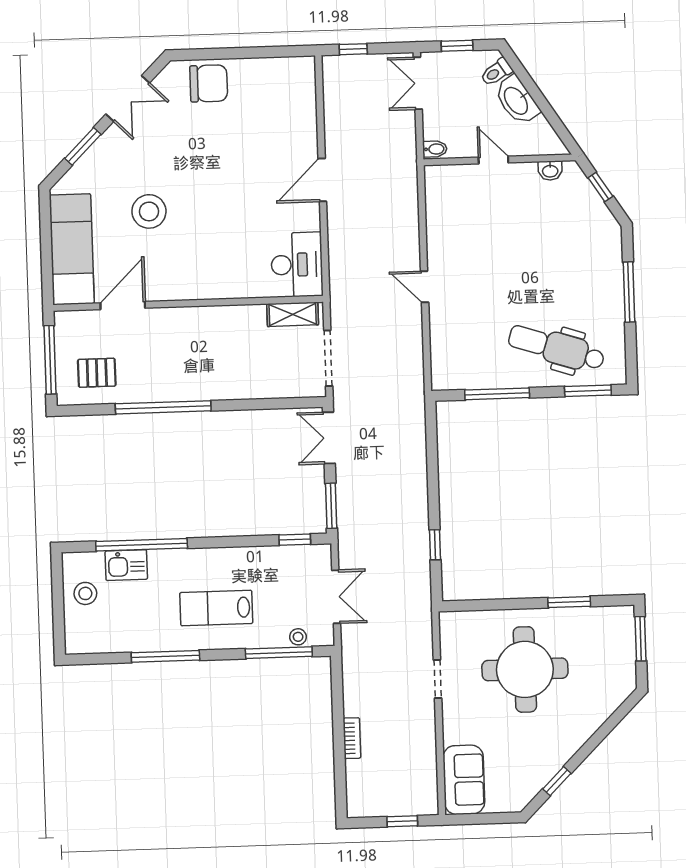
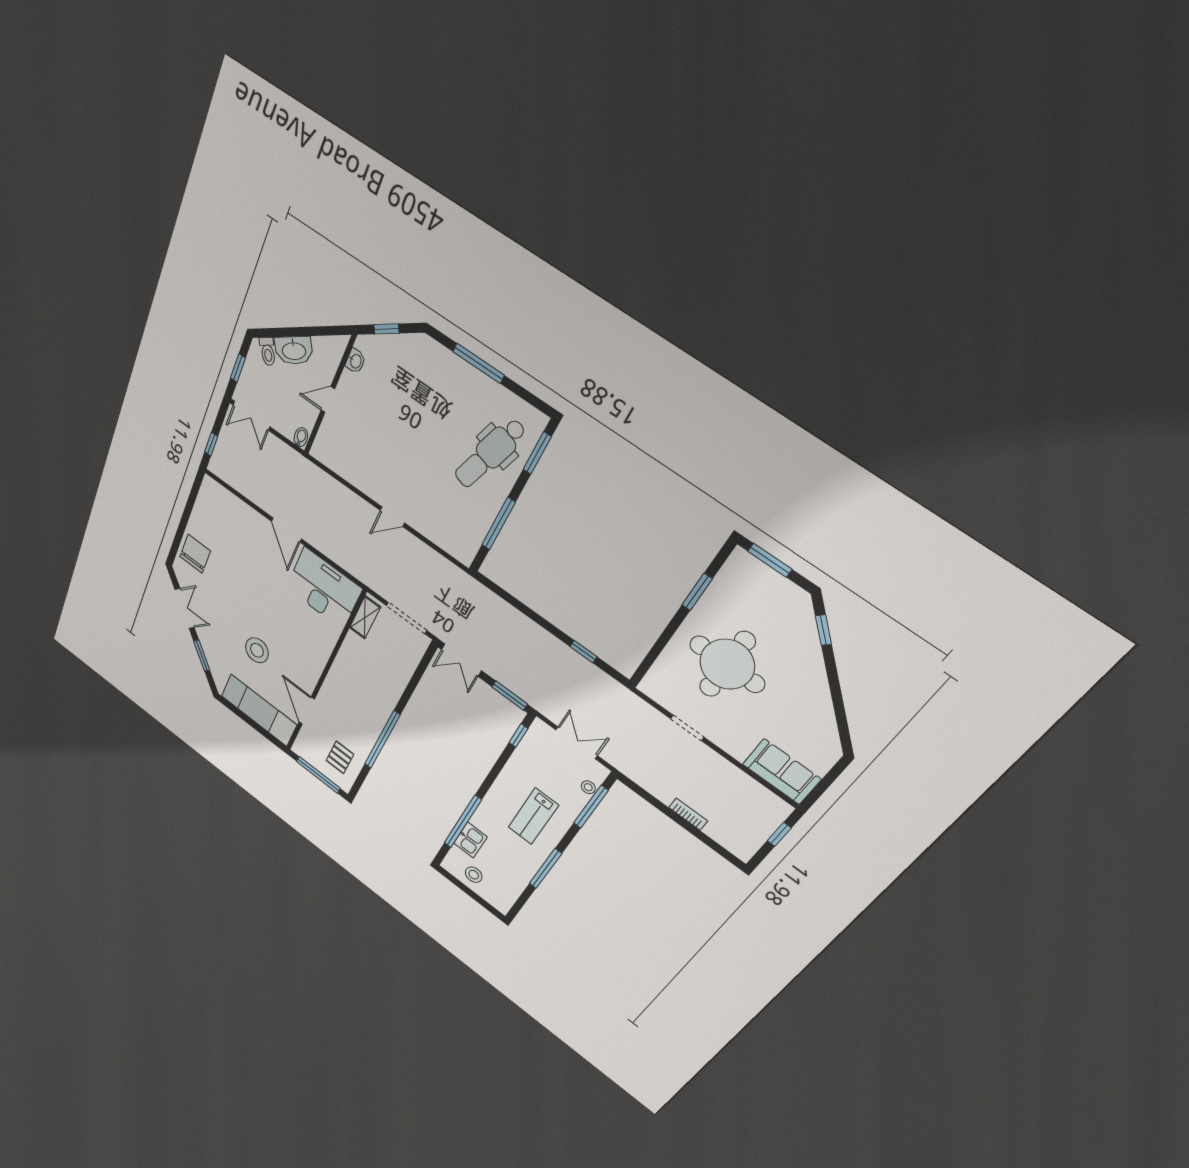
desk: (297, 265) -> (324, 588), width x1.36, depth x1.30
window: (557, 781) -> (823, 630), moved

